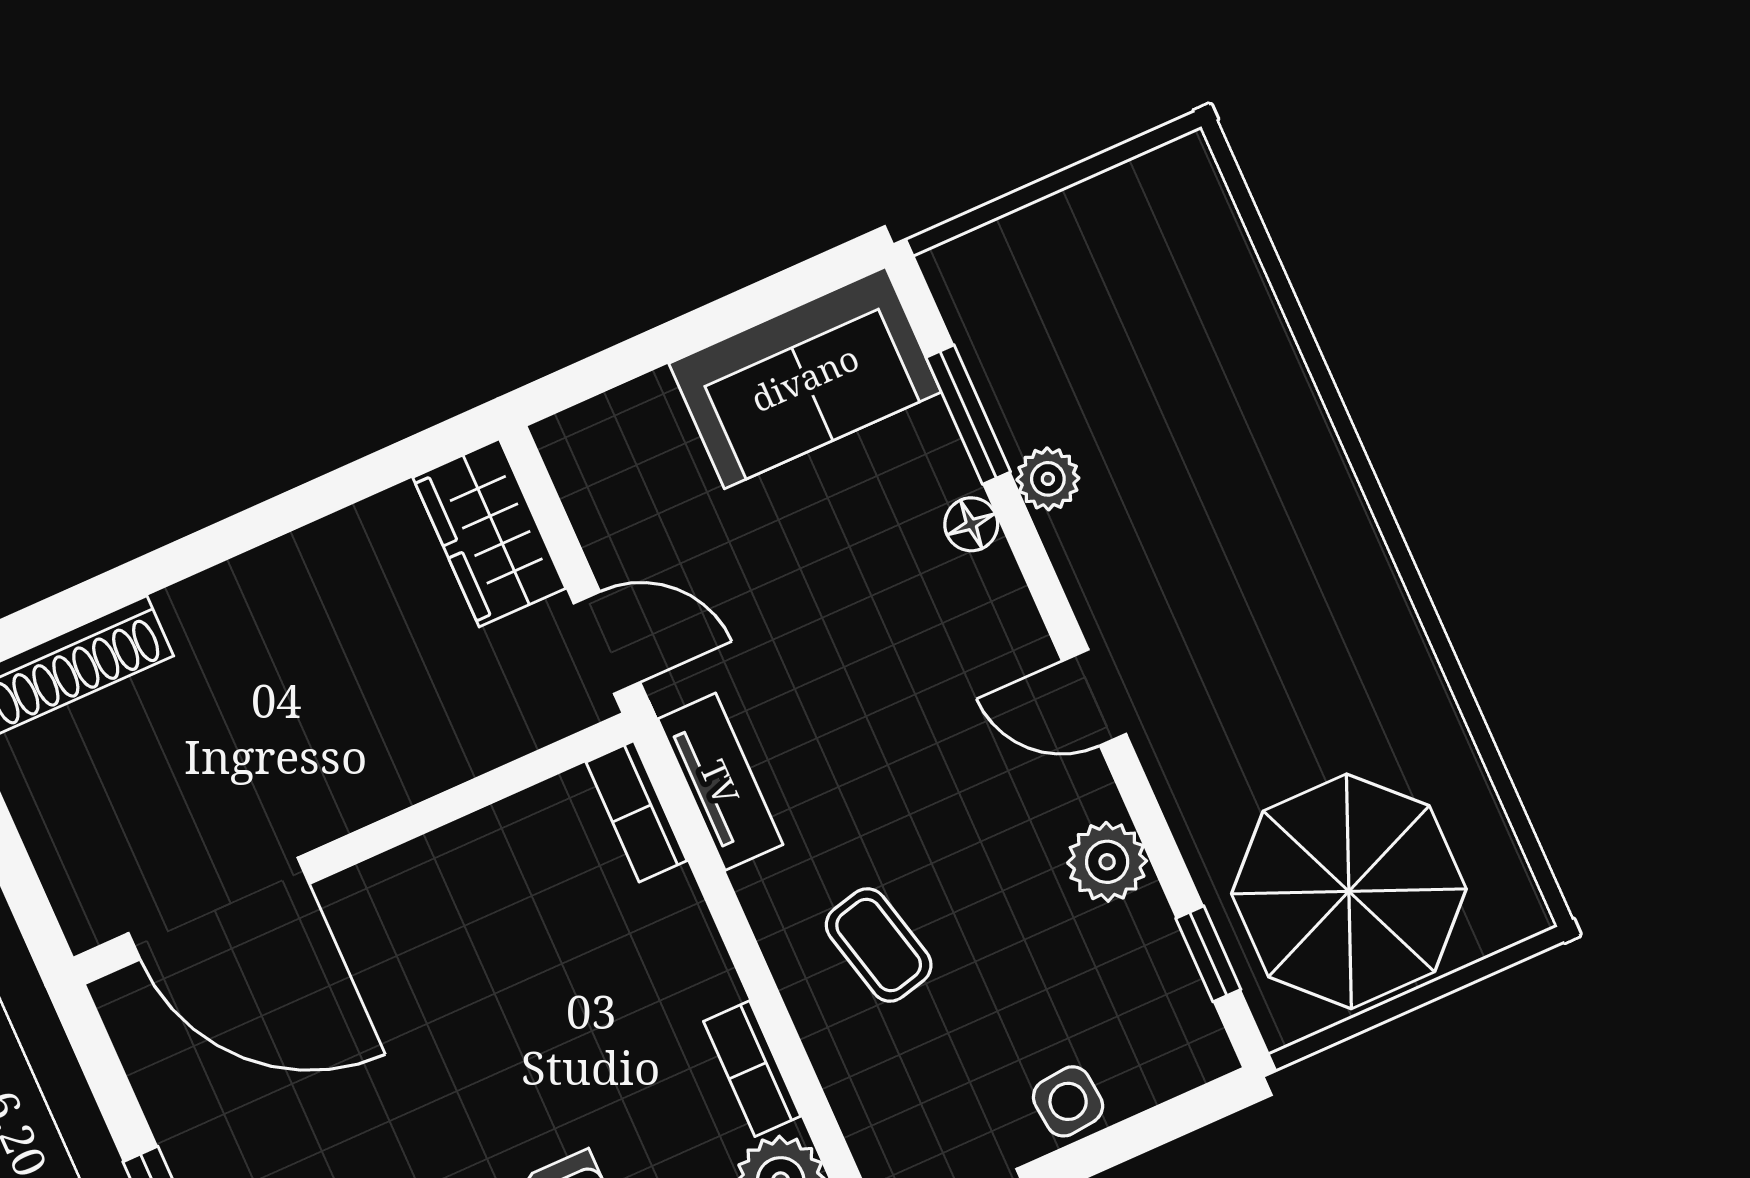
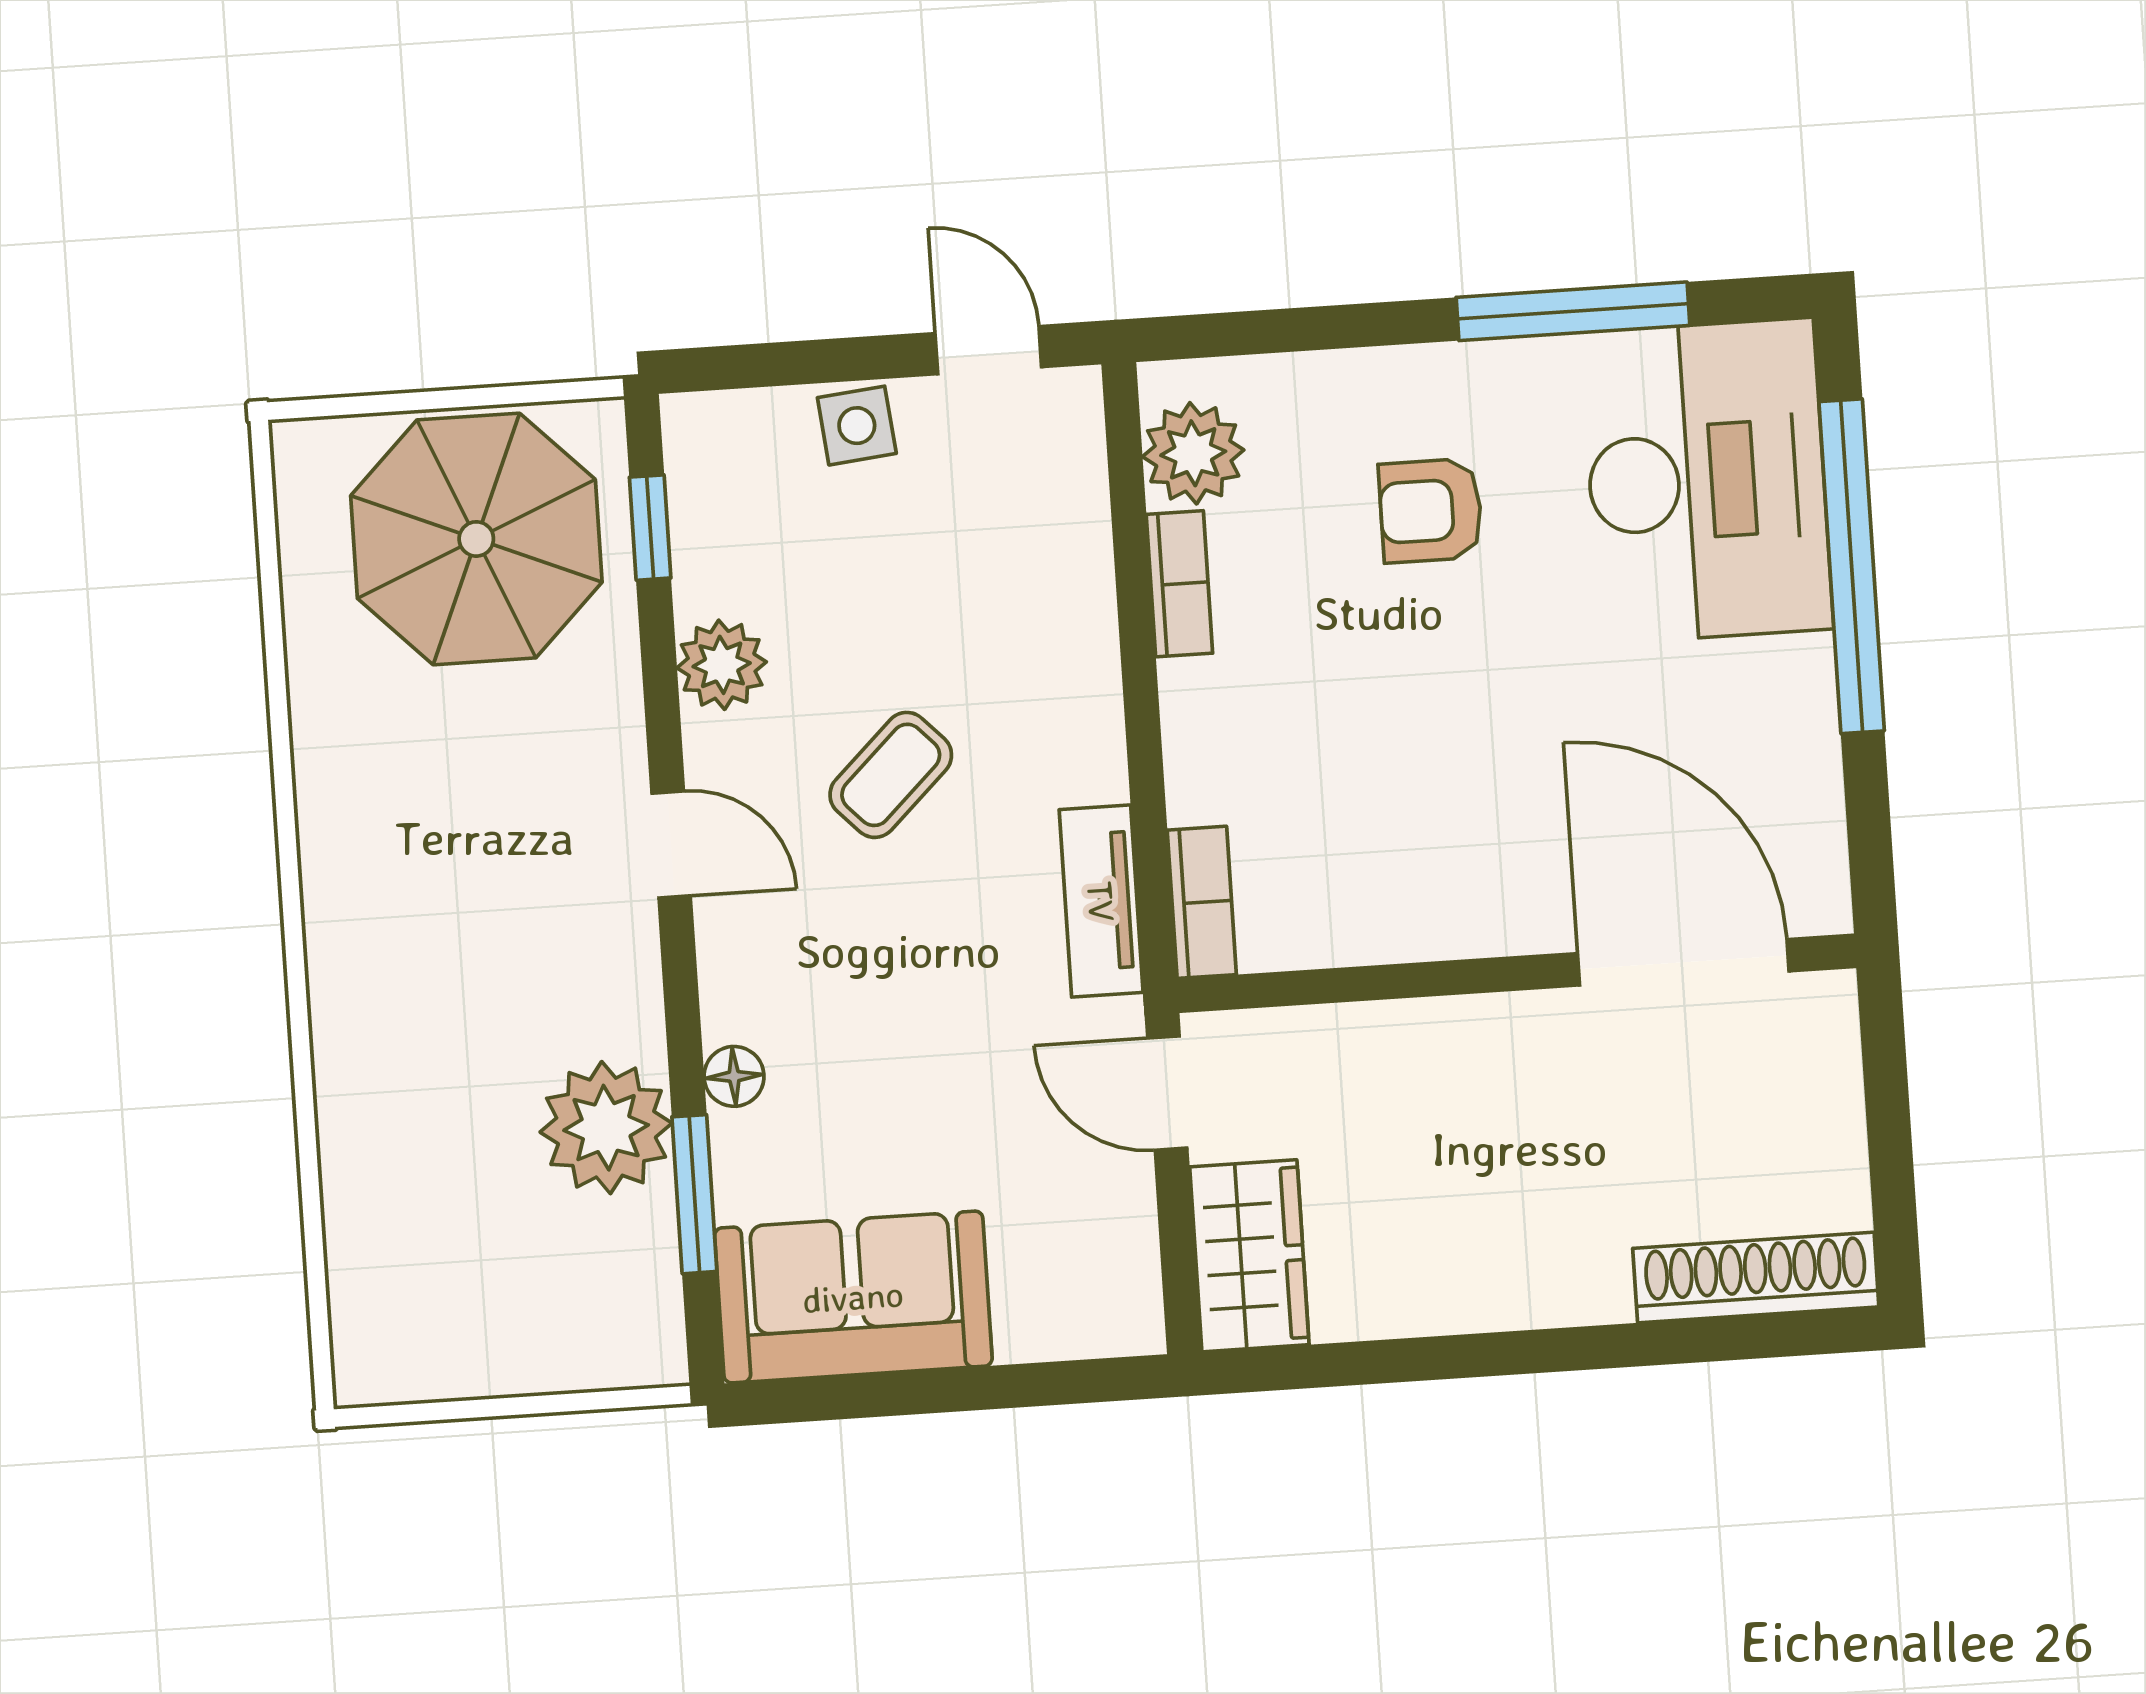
plant: (1048, 479) -> (606, 1128), width x1.87, depth x1.87
coffee table: (879, 945) -> (891, 775), moved, turned 60

